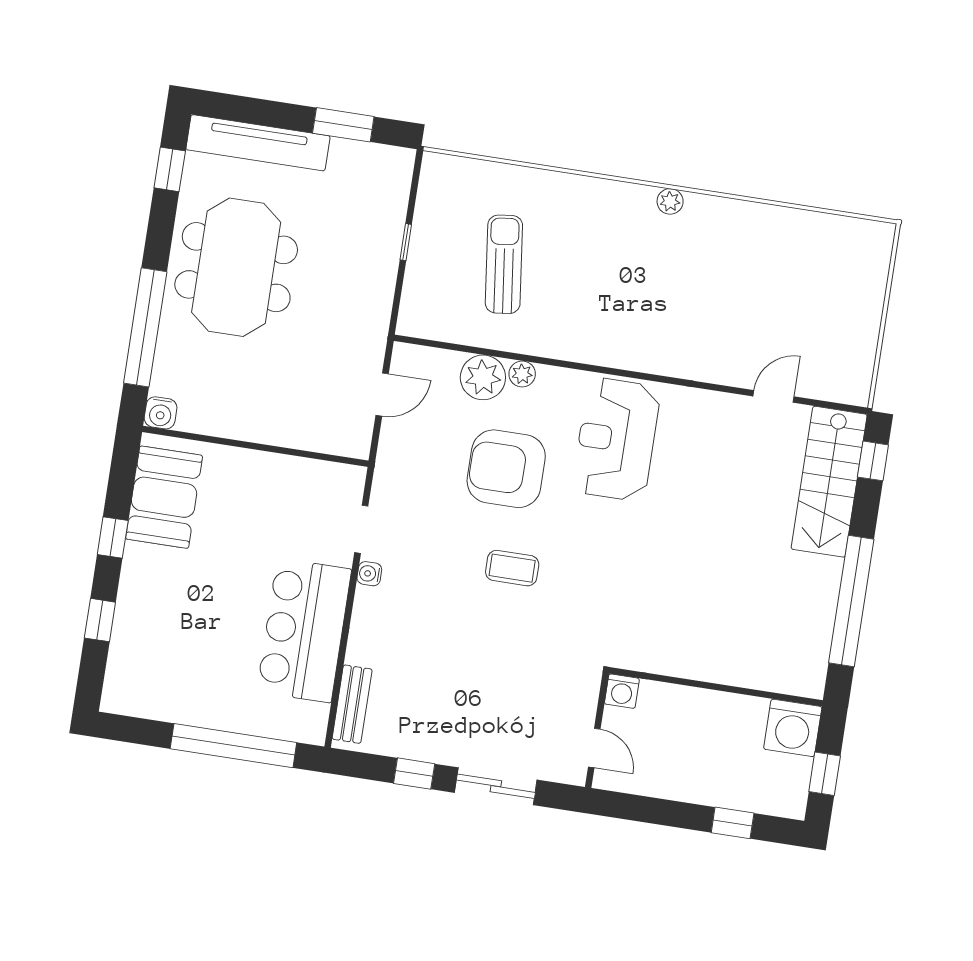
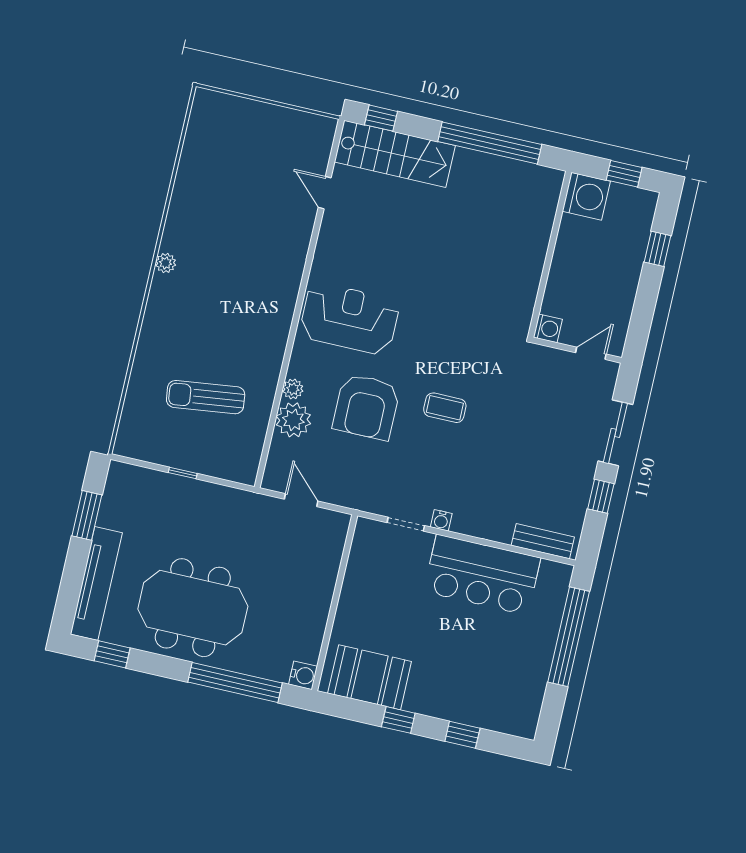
reception desk: (616, 439) -> (349, 319), turned 180
coffee table: (512, 568) -> (445, 408), turned 90

